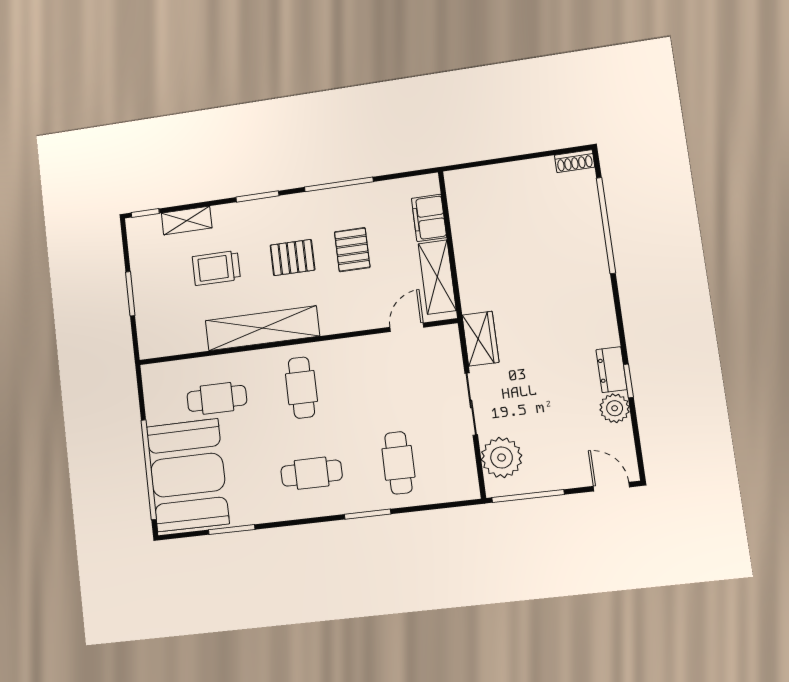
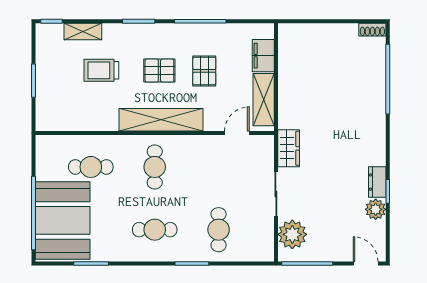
shelving: (262, 328) -> (161, 120), moved

